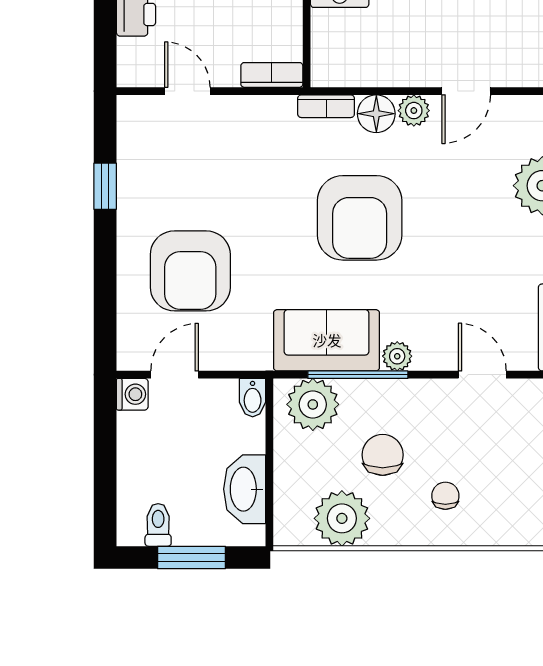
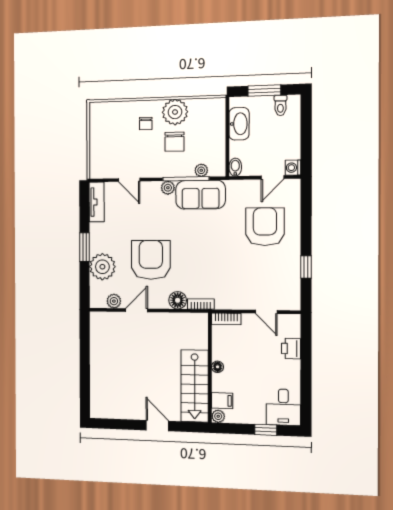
plant: (414, 111) -> (114, 301), moved
armchair: (360, 218) -> (151, 260), moved
plant: (313, 404) -> (201, 170), width x0.53, depth x0.53
plant: (342, 518) -> (175, 112), moved

